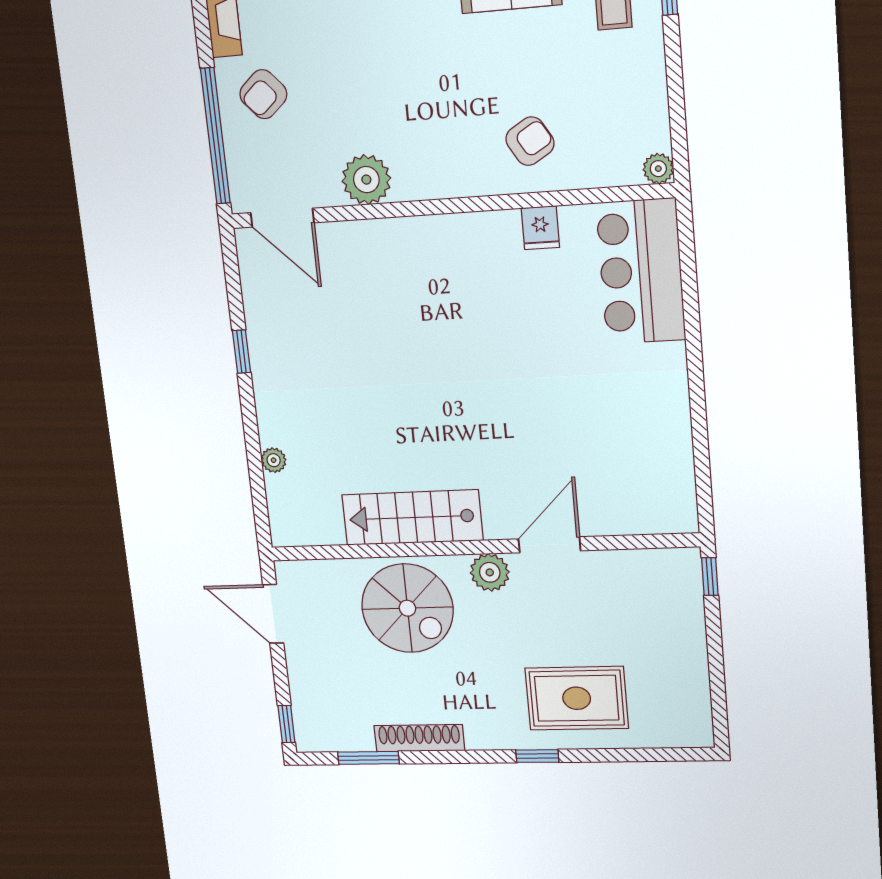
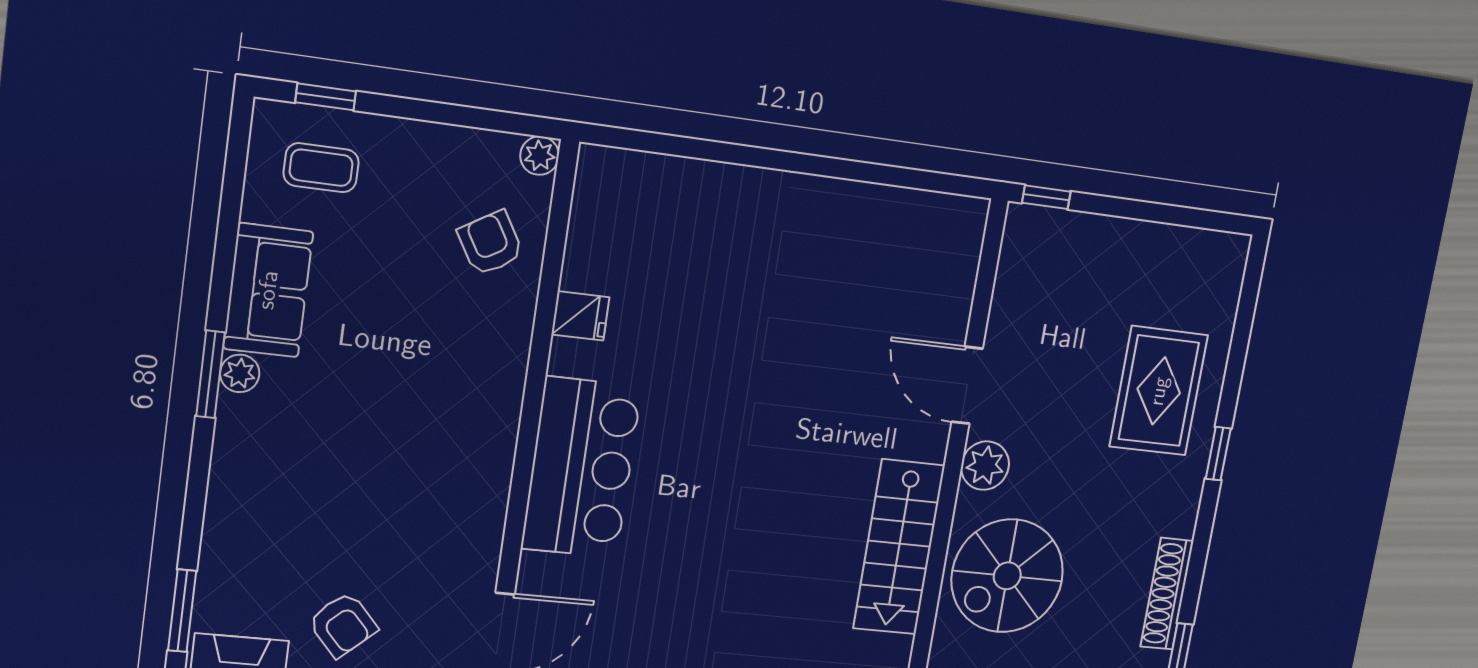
armchair: (530, 141) -> (490, 243), moved
plant: (366, 180) -> (475, 518), removed
bar counter: (641, 271) -> (581, 468), moved, turned -90
spiral stairs: (407, 608) -> (1007, 576), turned 180

